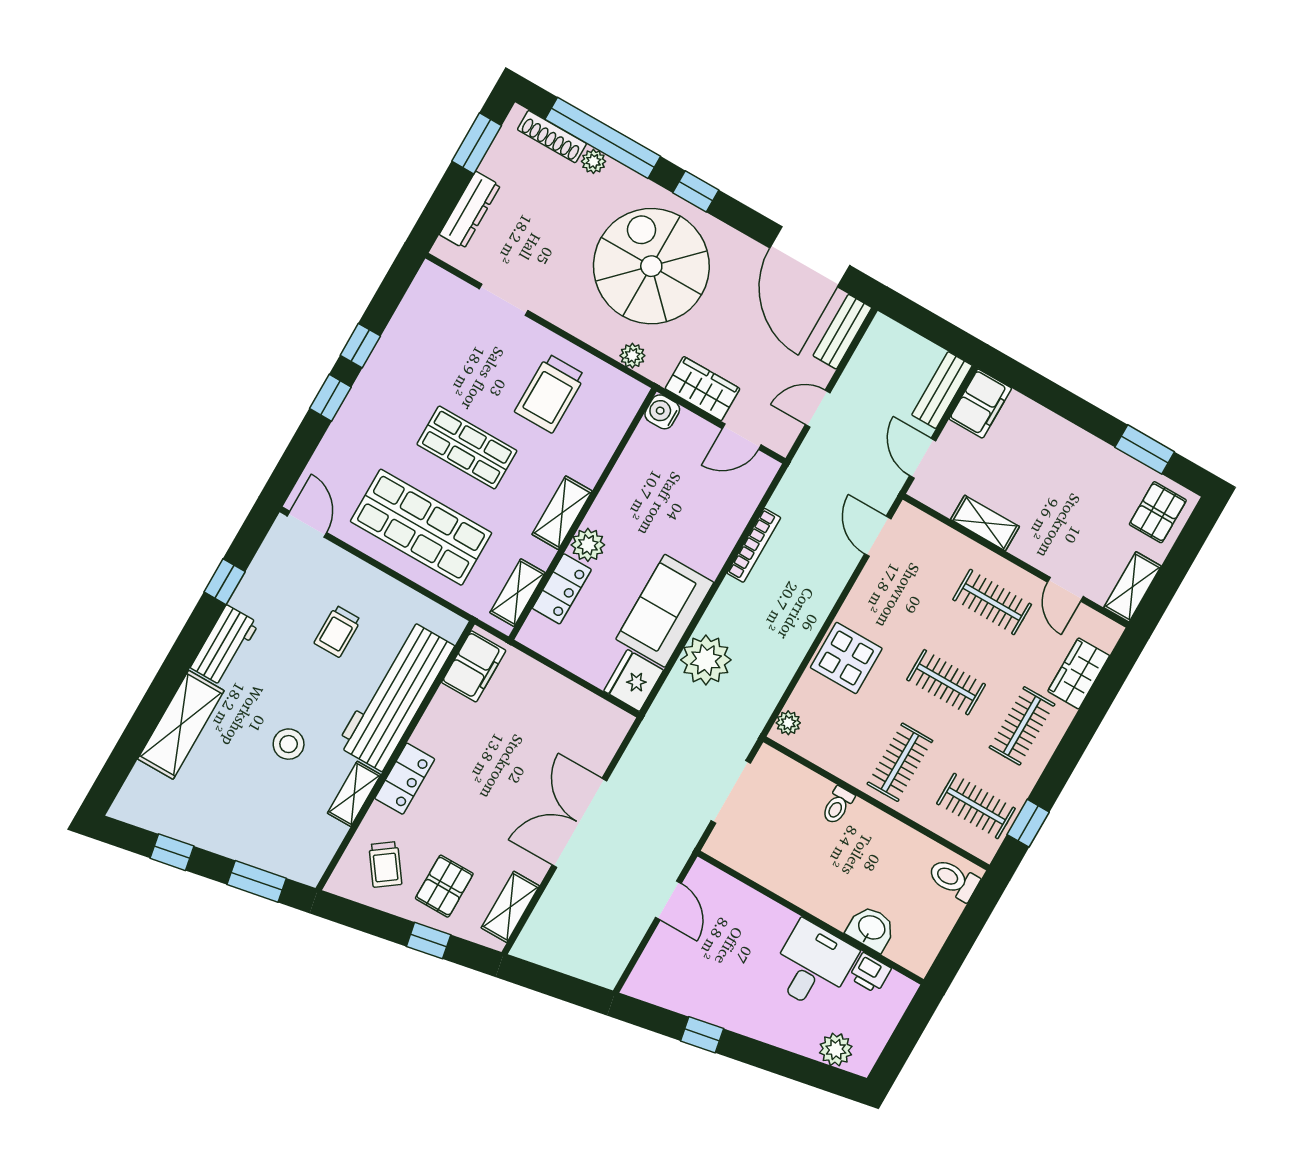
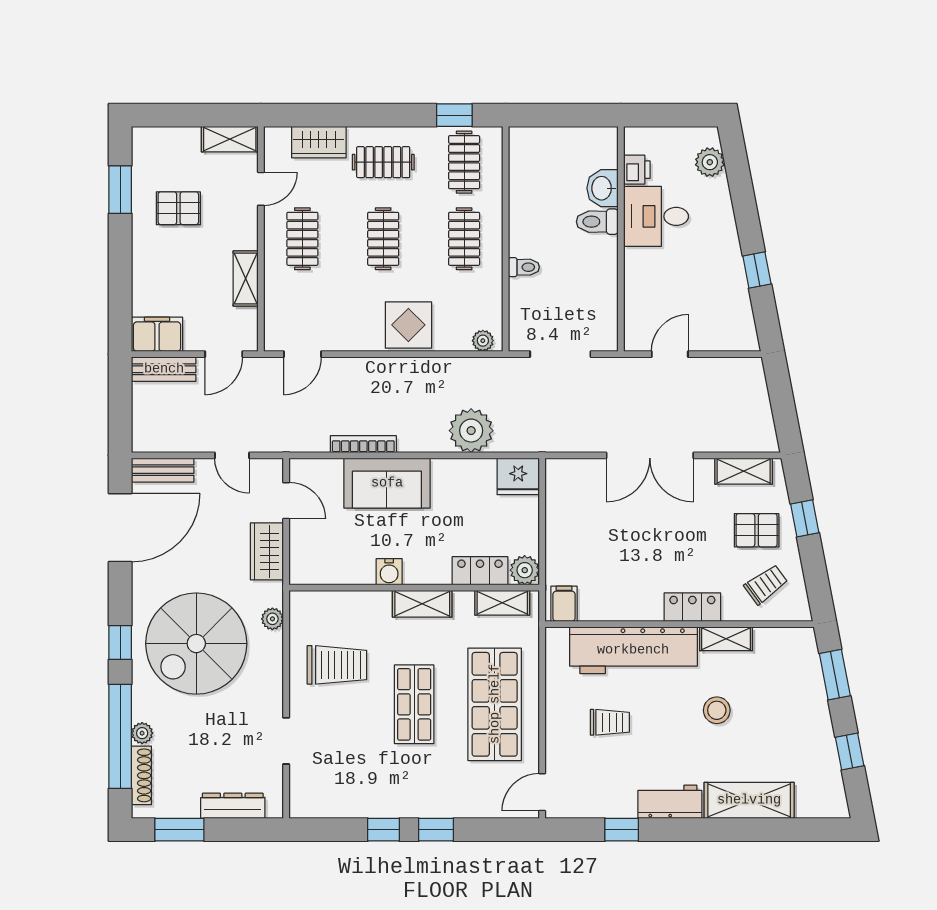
water cooler: (662, 412) -> (389, 572), moved
pallet: (1158, 512) -> (178, 208), moved
plant: (588, 545) -> (525, 570), moved
sofa: (665, 611) -> (387, 483), moved
filing cabinet: (474, 666) -> (564, 604), width x0.50
clothes rail: (900, 762) -> (464, 239), turned 90
toilet: (953, 879) -> (597, 222), moved, turned 90

